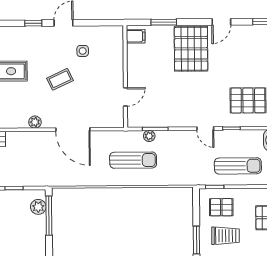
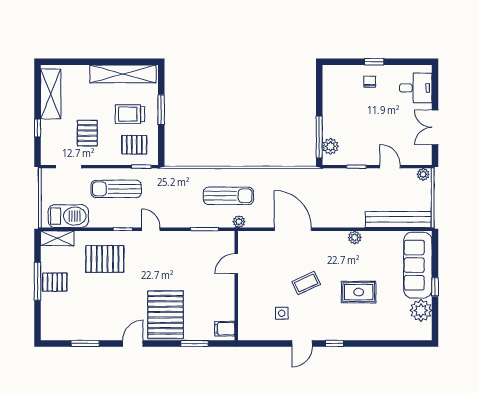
plant: (35, 122) -> (355, 237), moved
plant: (149, 136) -> (239, 222), moved
sun lounger: (133, 160) -> (228, 196), turned 180

